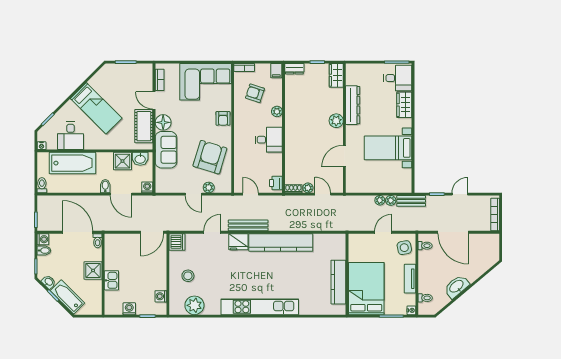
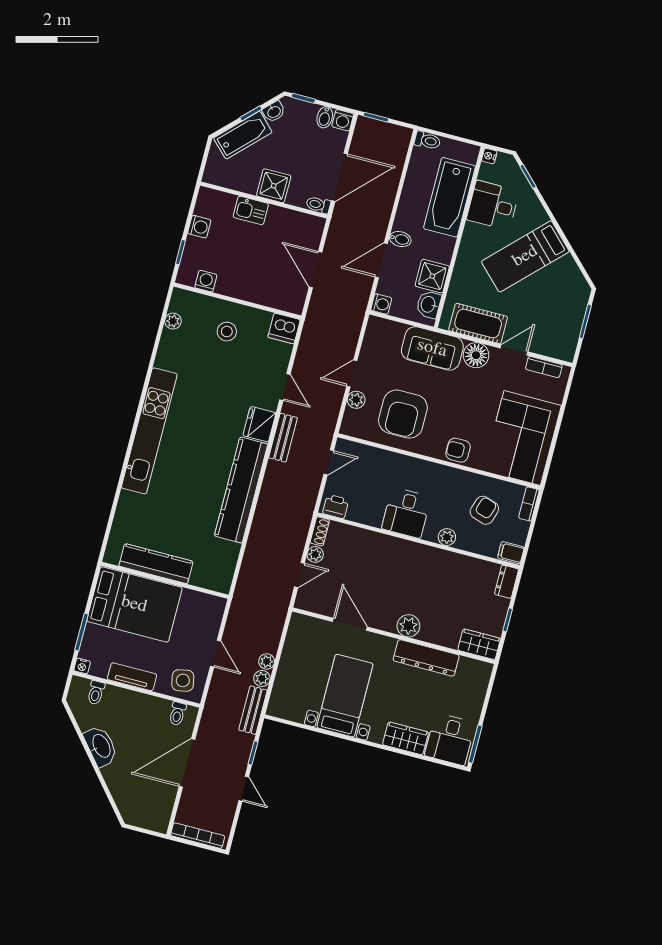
armchair: (210, 157) -> (403, 414), turned 73
bench: (248, 225) -> (283, 438), width x0.73
door: (152, 232) -> (315, 270), moved
plant: (194, 305) -> (173, 321), width x0.53, depth x0.53

